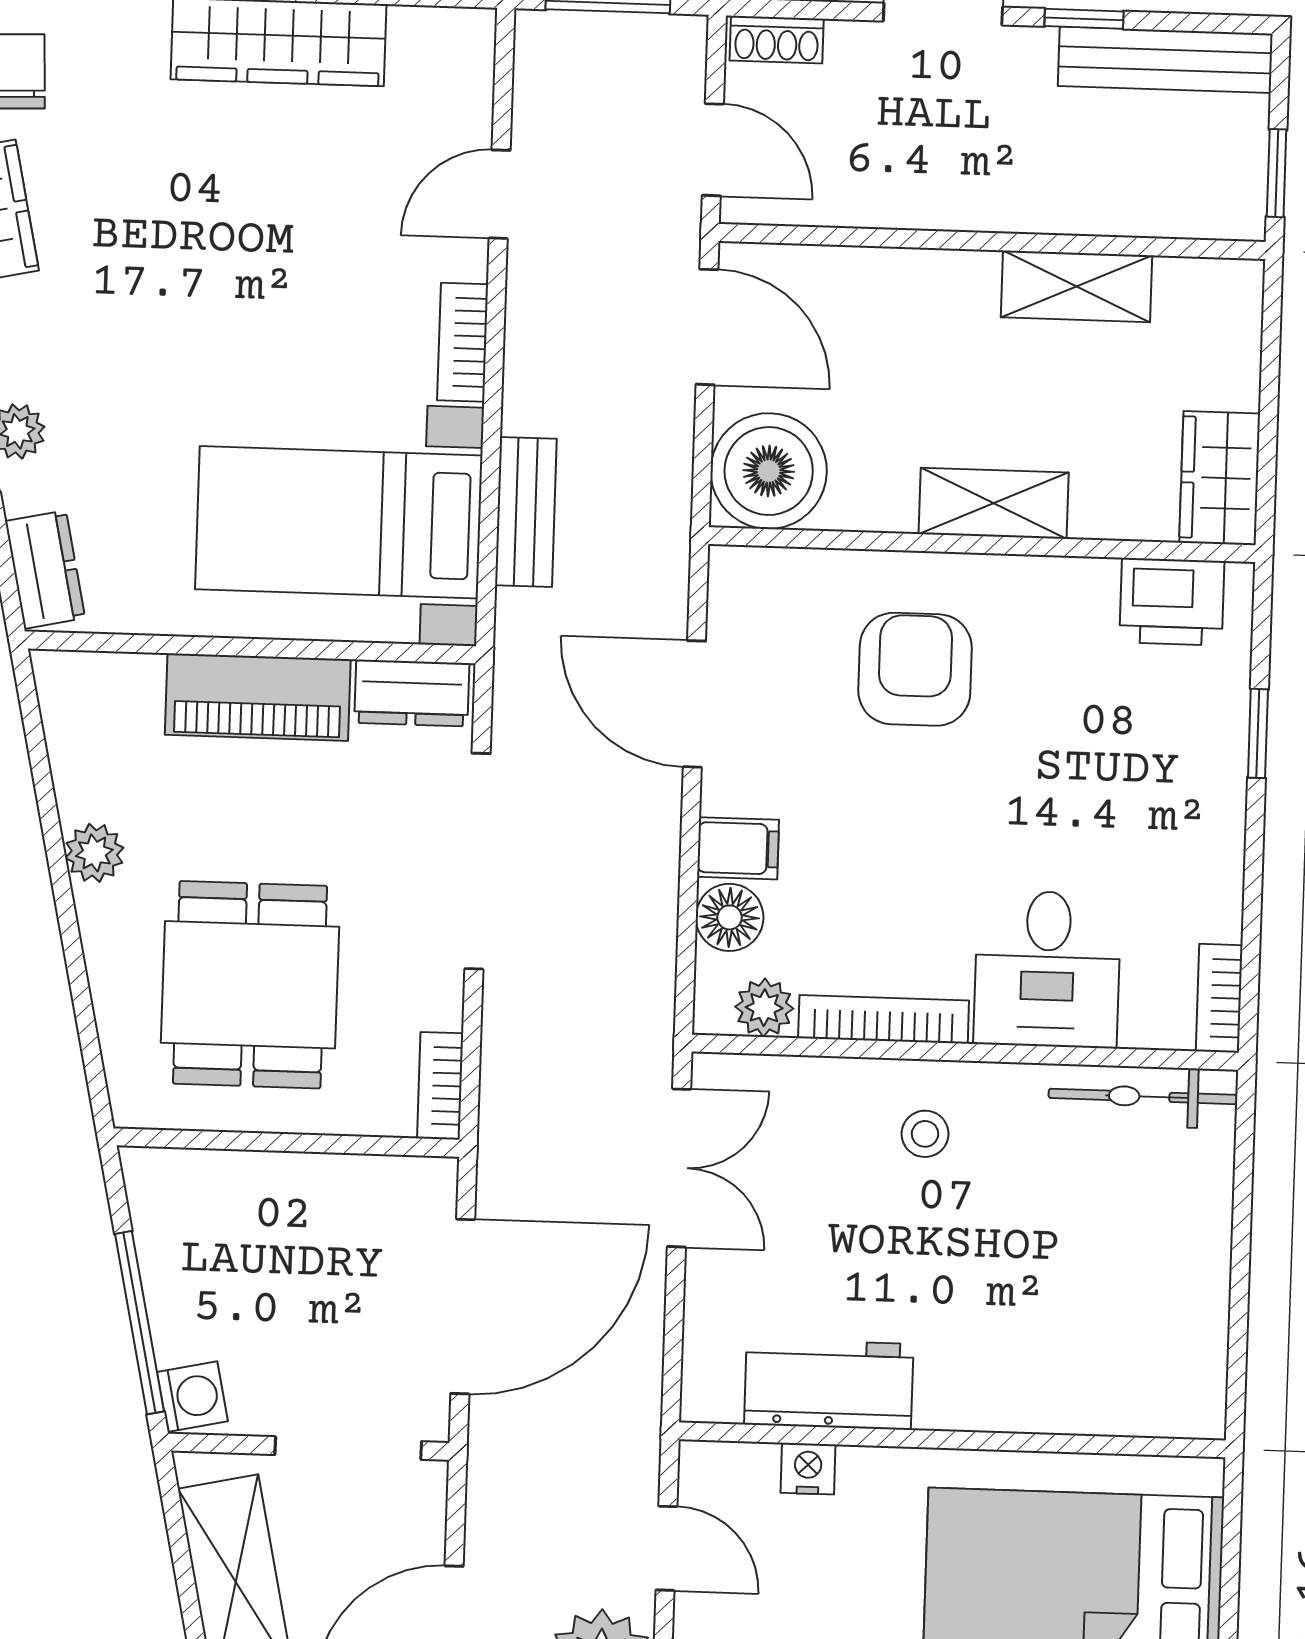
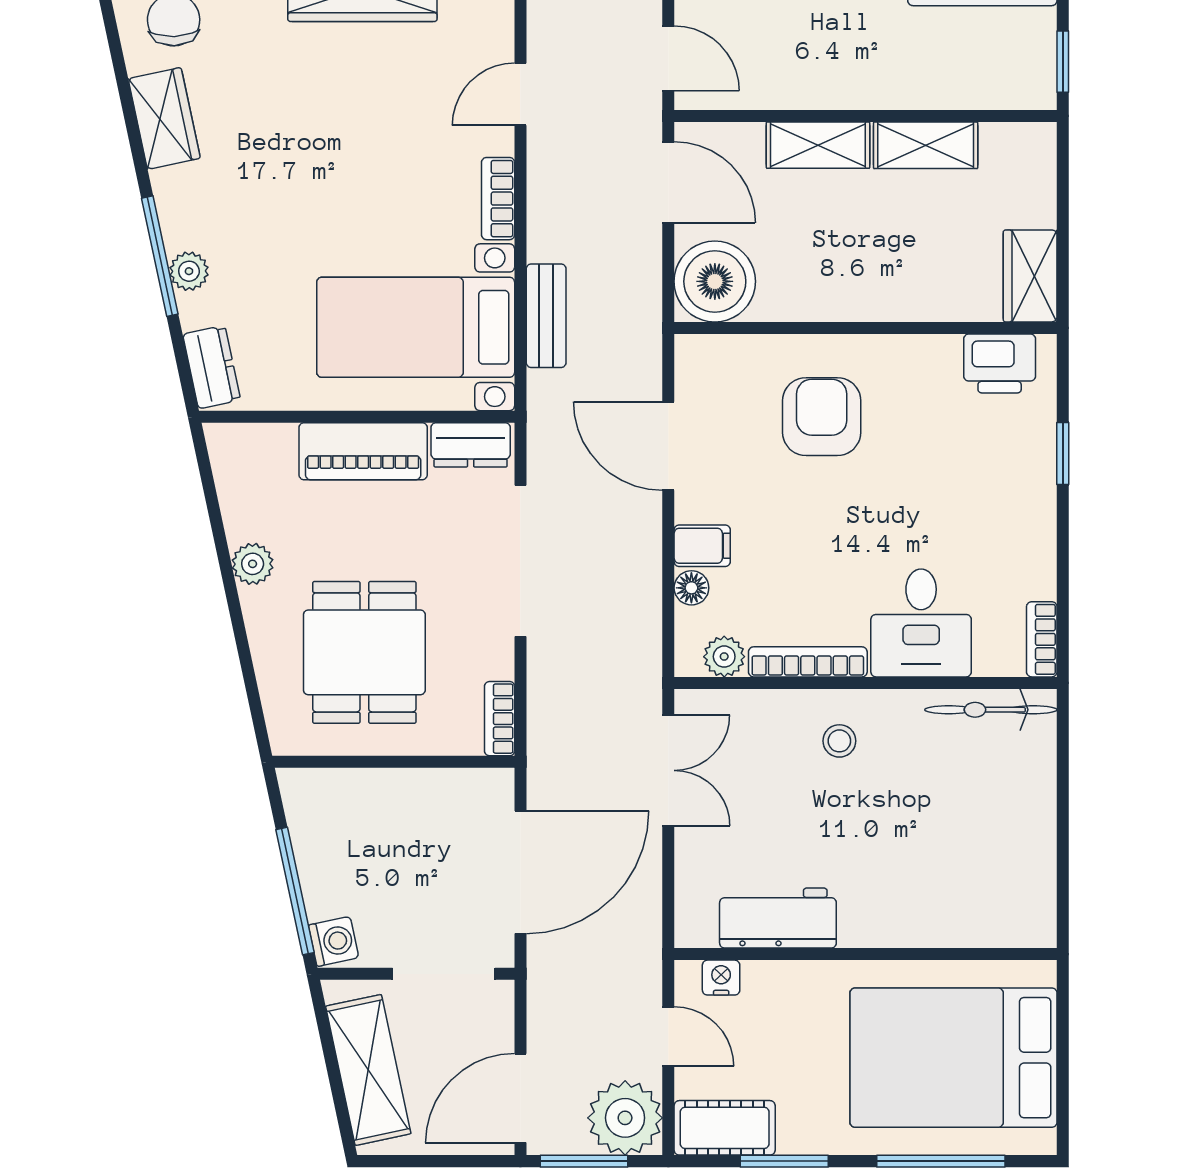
shelving: (994, 503) -> (818, 145), moved
floor lamp: (730, 917) -> (691, 588), width x0.73, depth x0.73
nightstand: (808, 1469) -> (721, 978), moved

